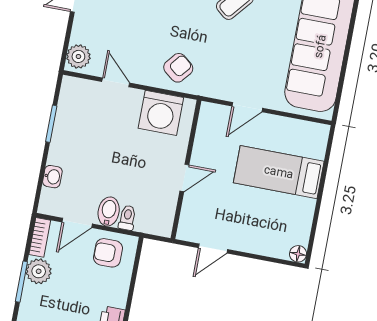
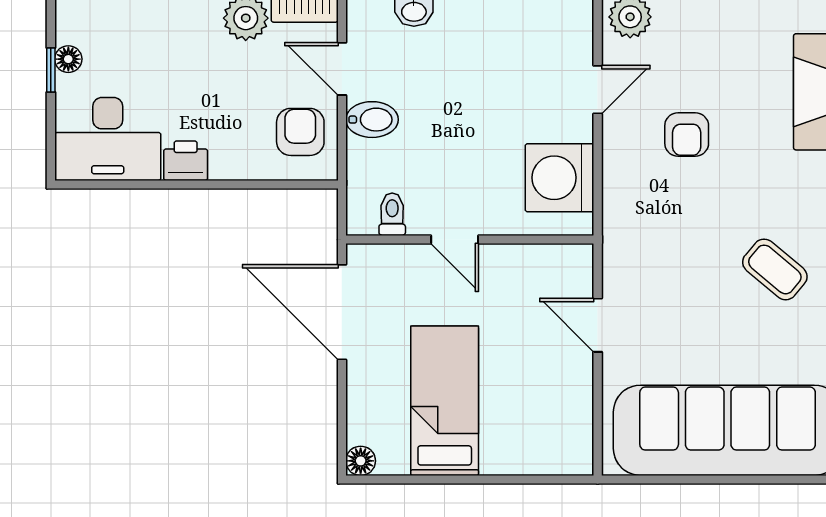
armchair: (178, 68) -> (687, 134), moved, turned 51
bed: (279, 172) -> (445, 401), moved
toilet: (127, 218) -> (392, 214), moved, turned -90
door: (213, 249) -> (342, 312), width x1.87

